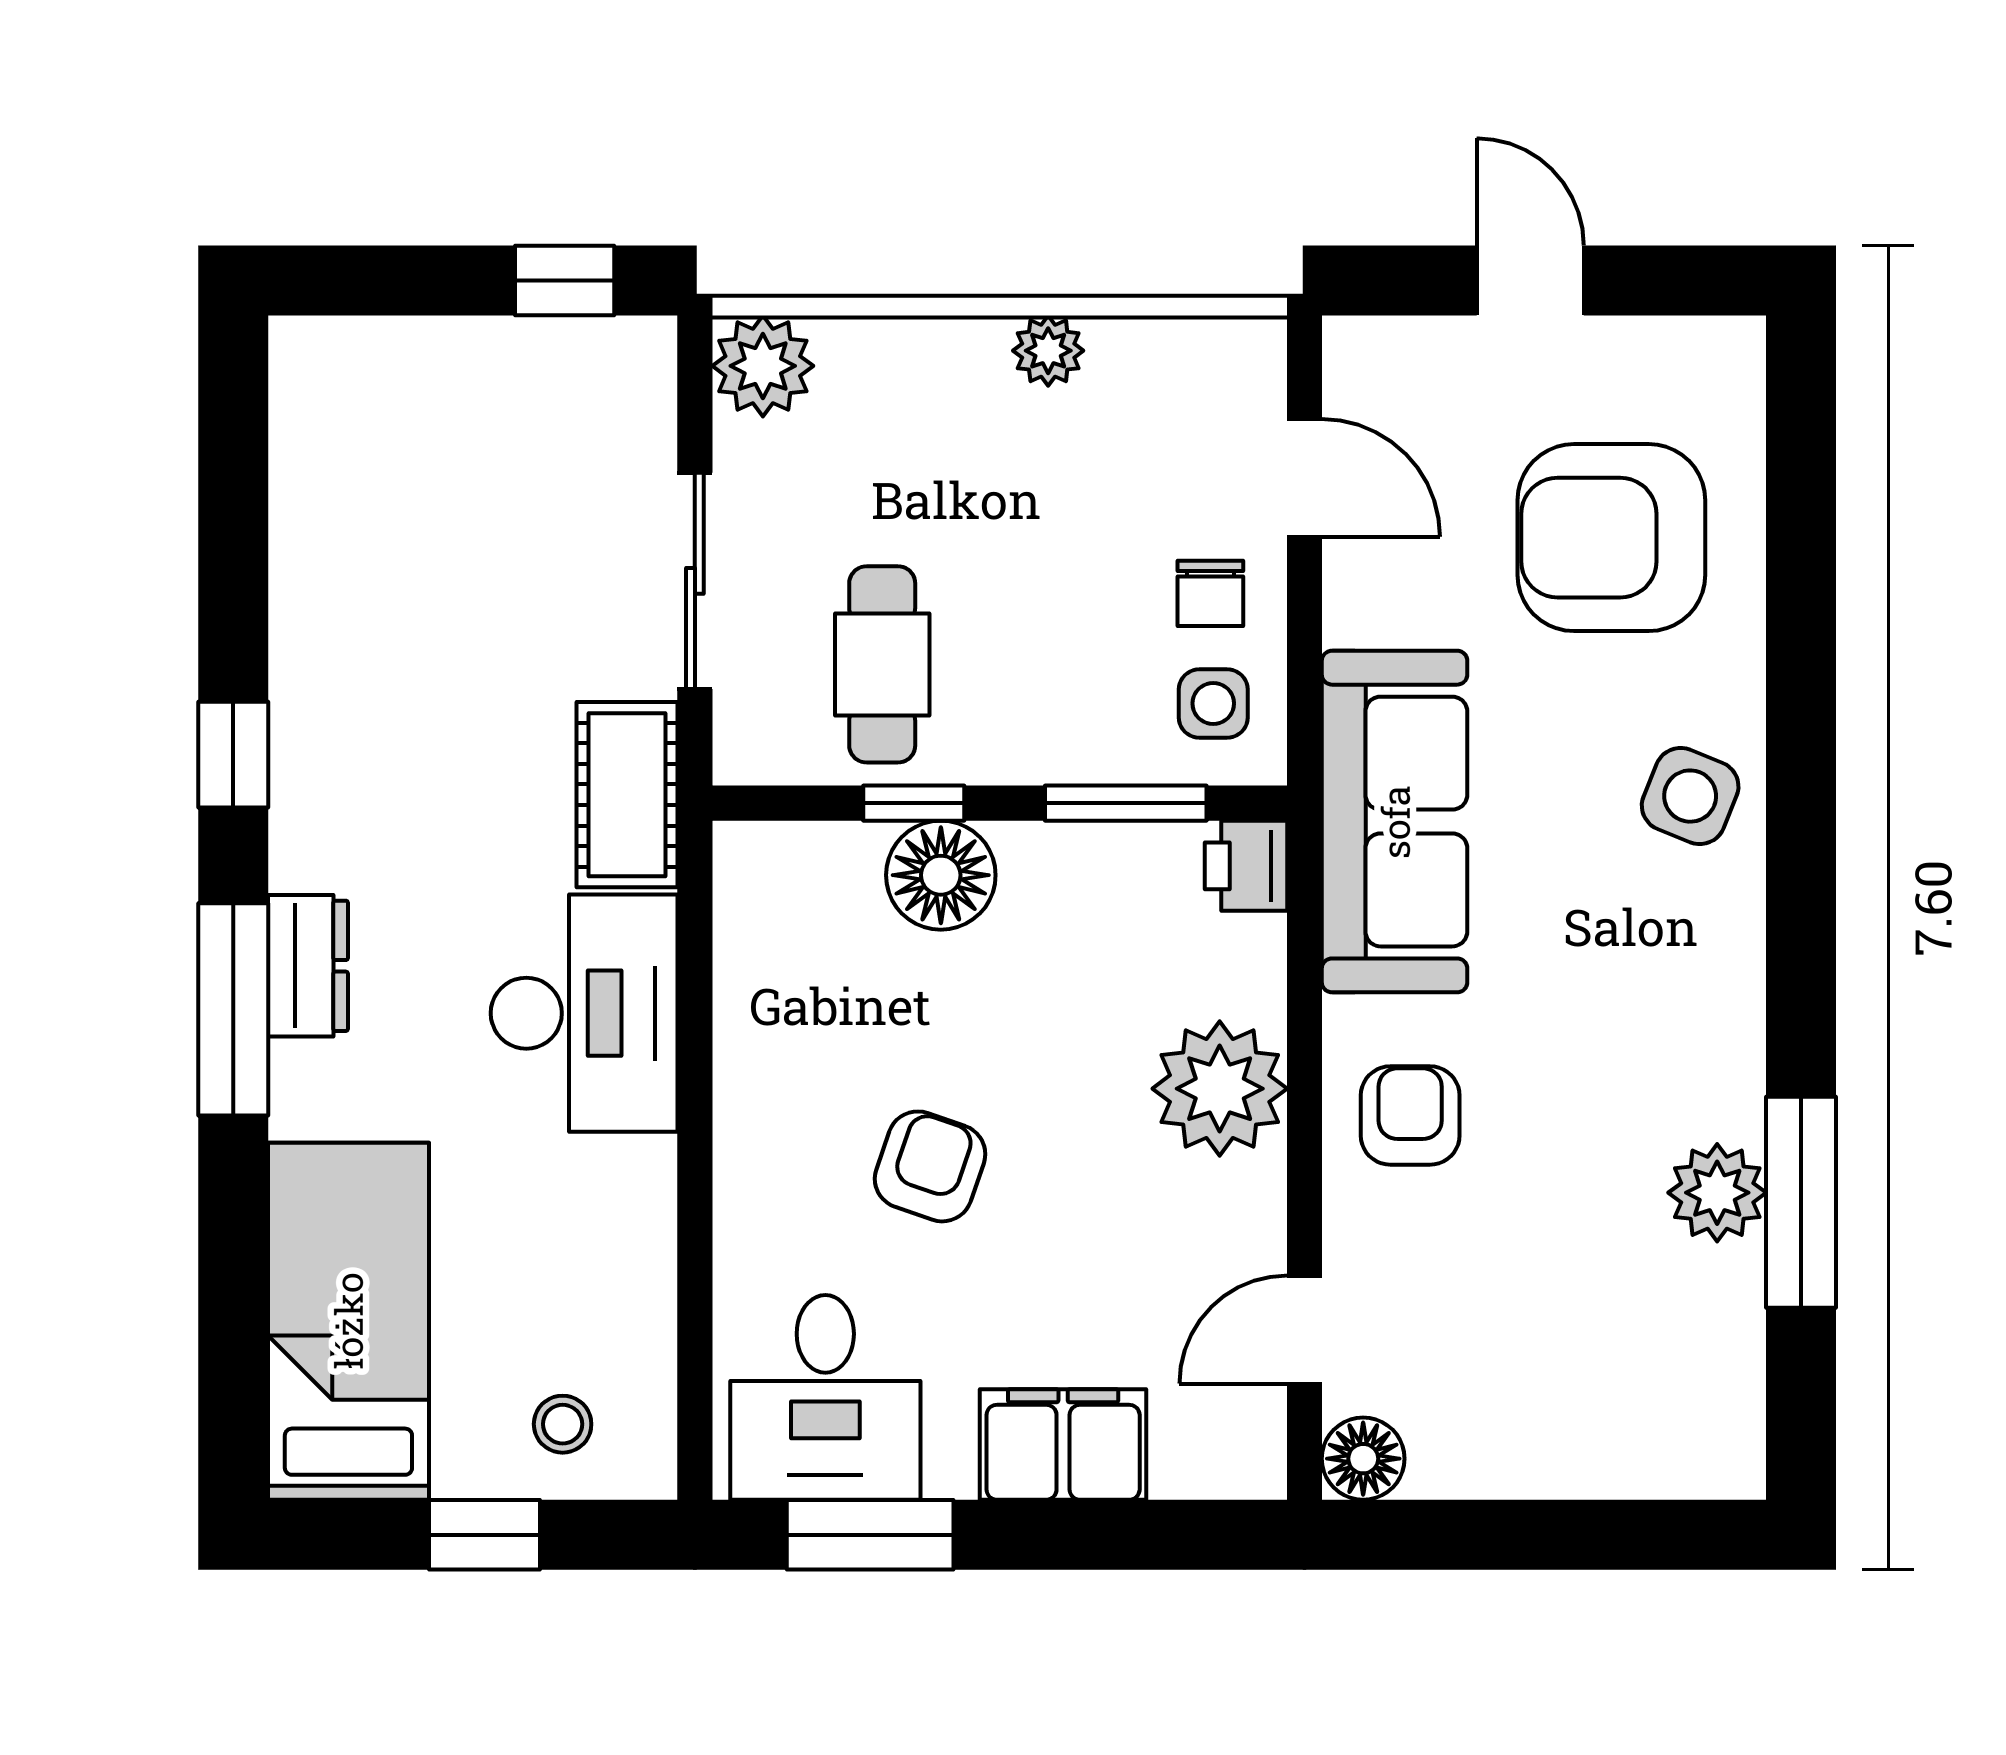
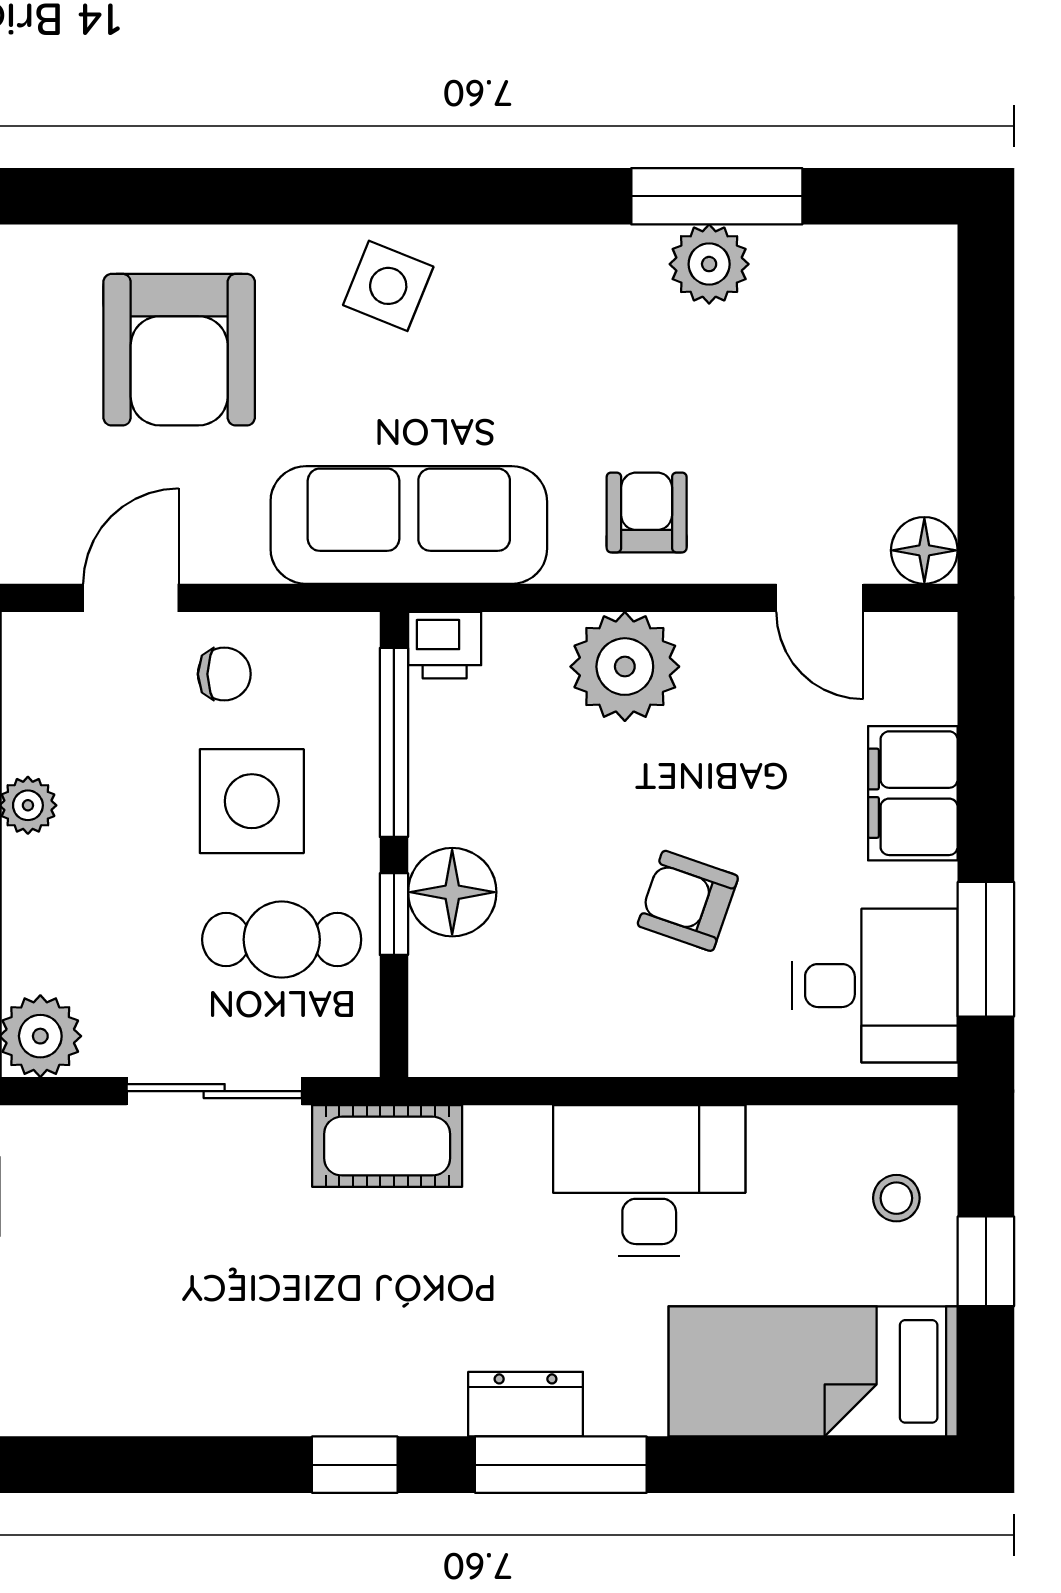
side table: (1213, 703) -> (252, 801), moved, width x1.87, depth x1.87
window: (1126, 803) -> (394, 742), width x1.44
desk: (584, 1013) -> (649, 1181), moved
armchair: (1410, 1115) -> (647, 512), turned 90

